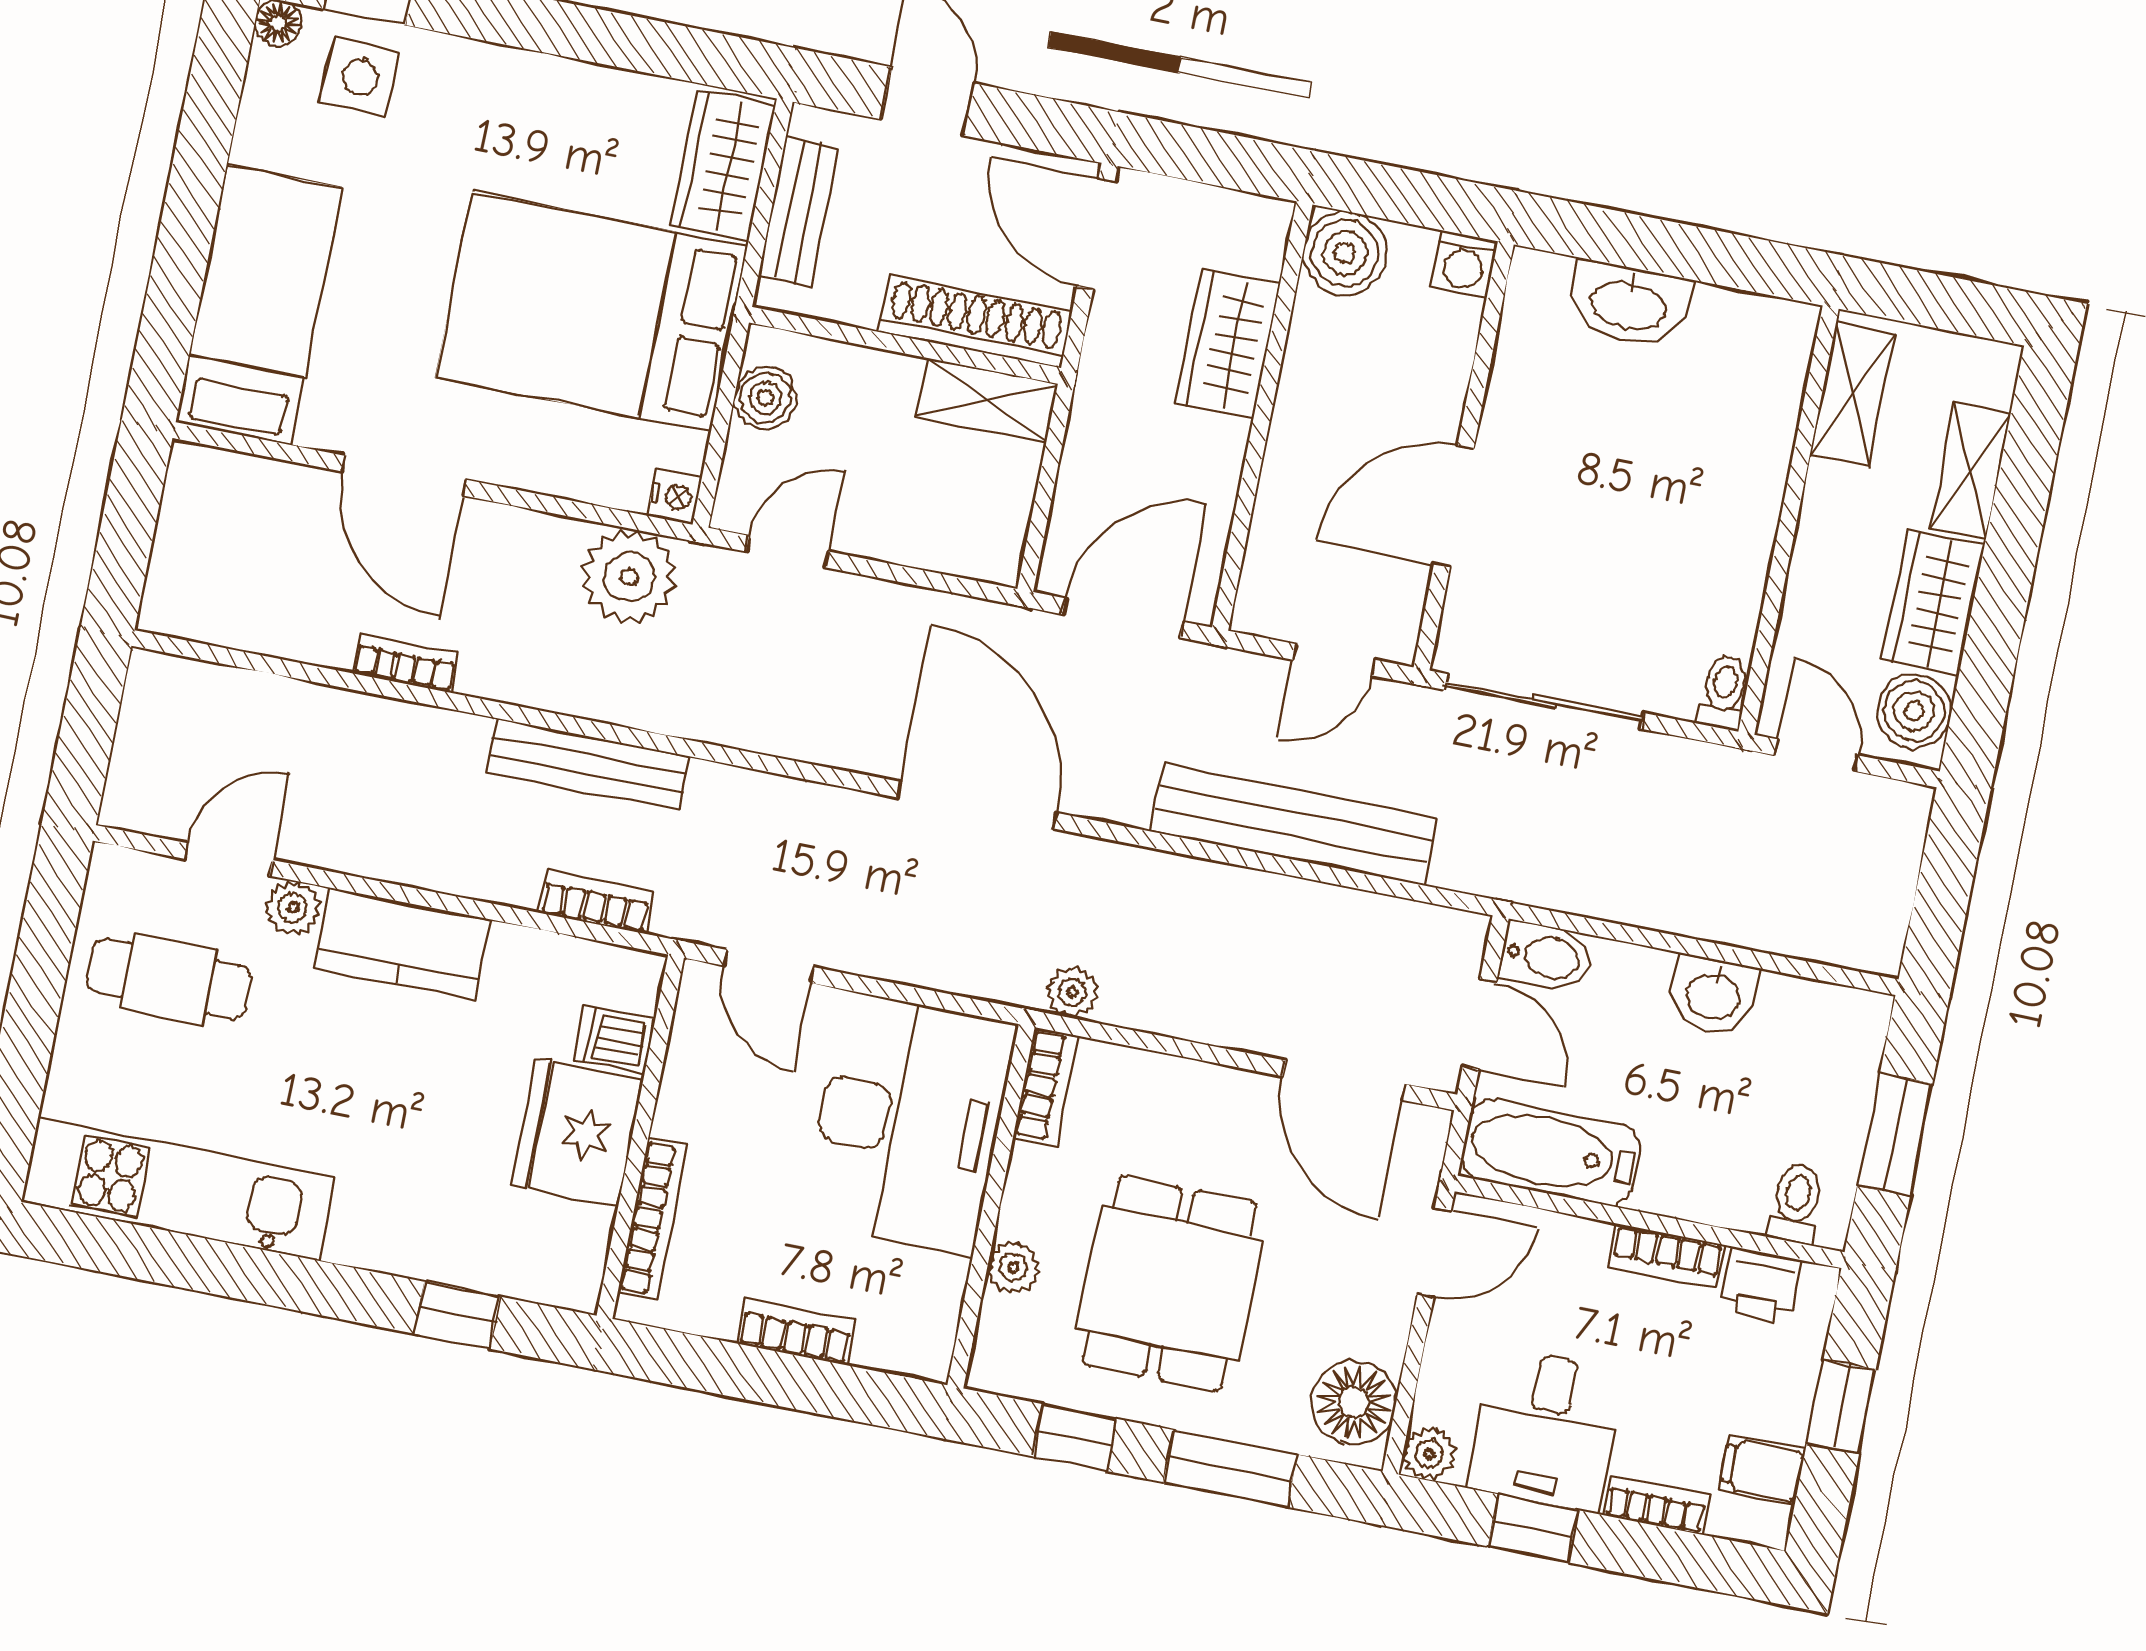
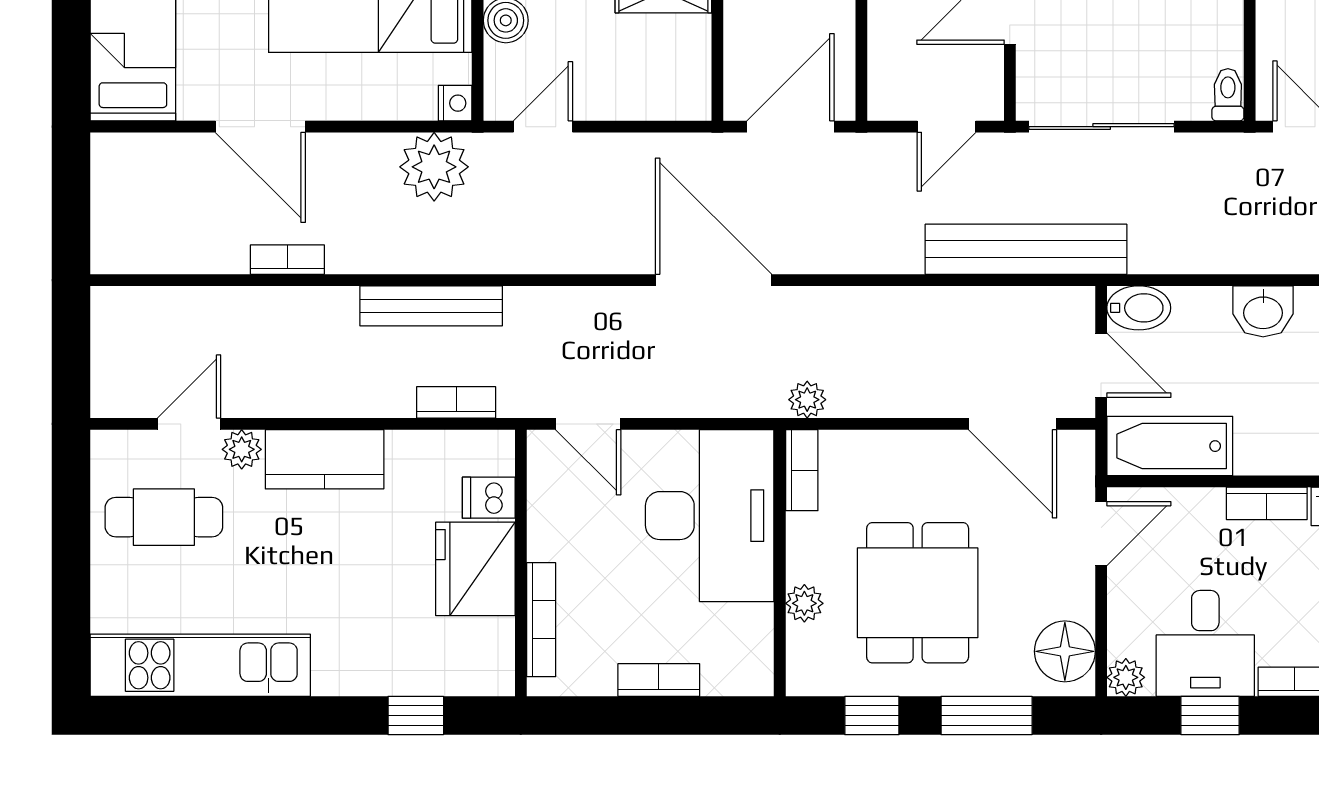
bench: (1294, 824) -> (1026, 249), moved

